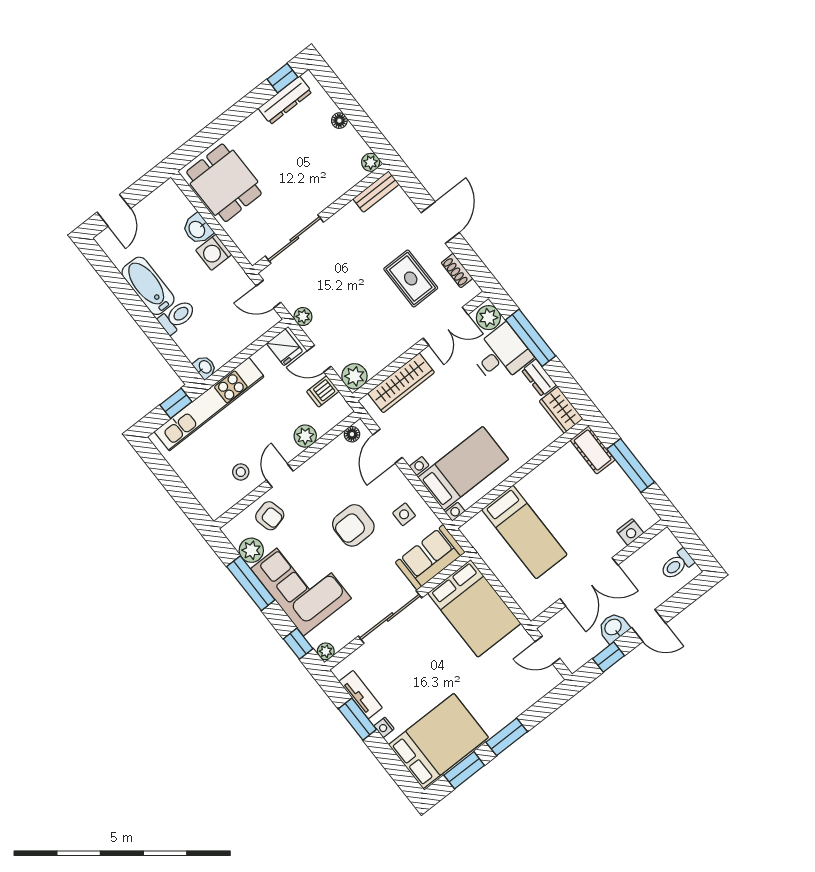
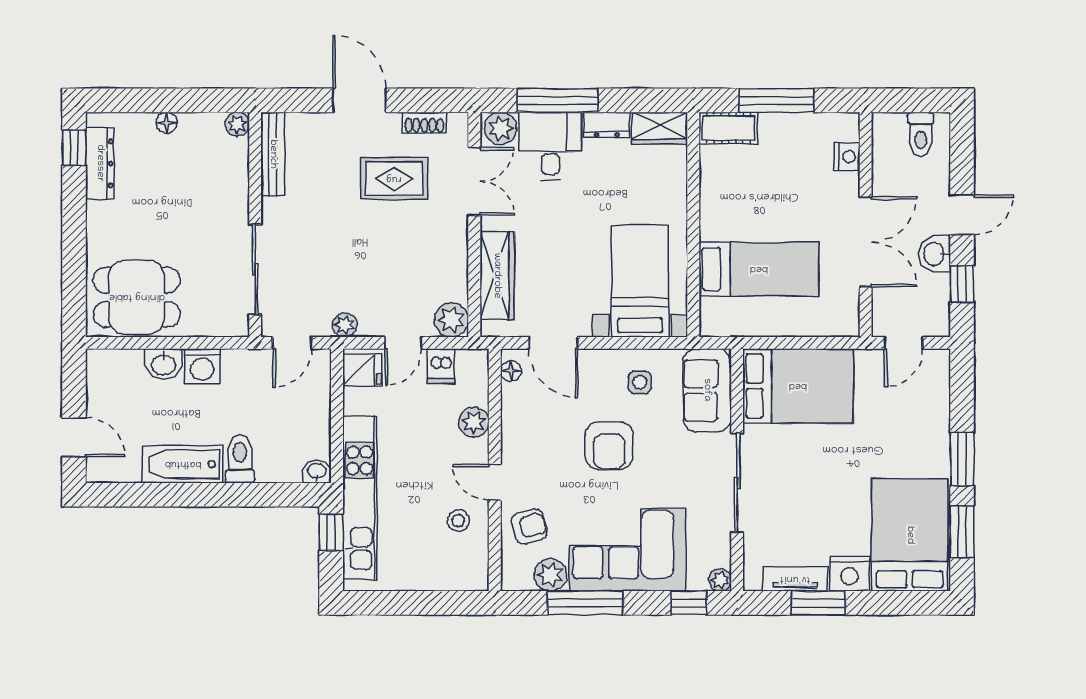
bench: (376, 192) -> (273, 154), width x1.36
nightstand: (384, 727) -> (850, 574), width x1.89, depth x1.79

